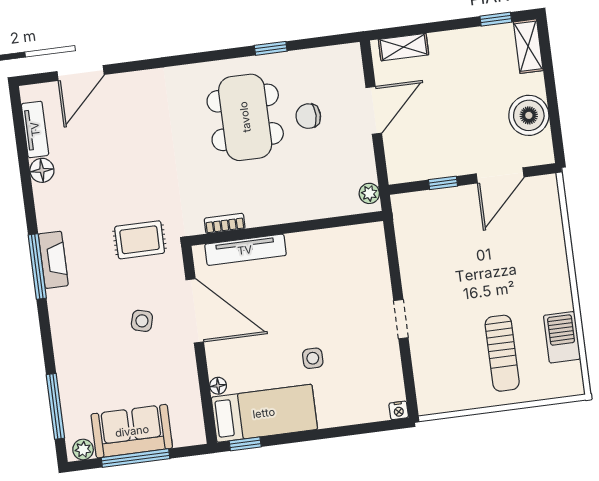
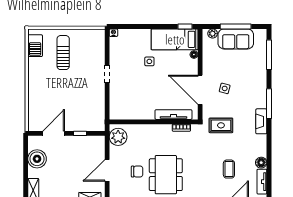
coffee table: (110, 147) -> (229, 169), added
plant: (369, 193) -> (118, 137), width x1.87, depth x1.87
window: (37, 267) -> (269, 104), moved
barbecue: (562, 337) -> (35, 46), moved
plant: (83, 450) -> (213, 34), moved

